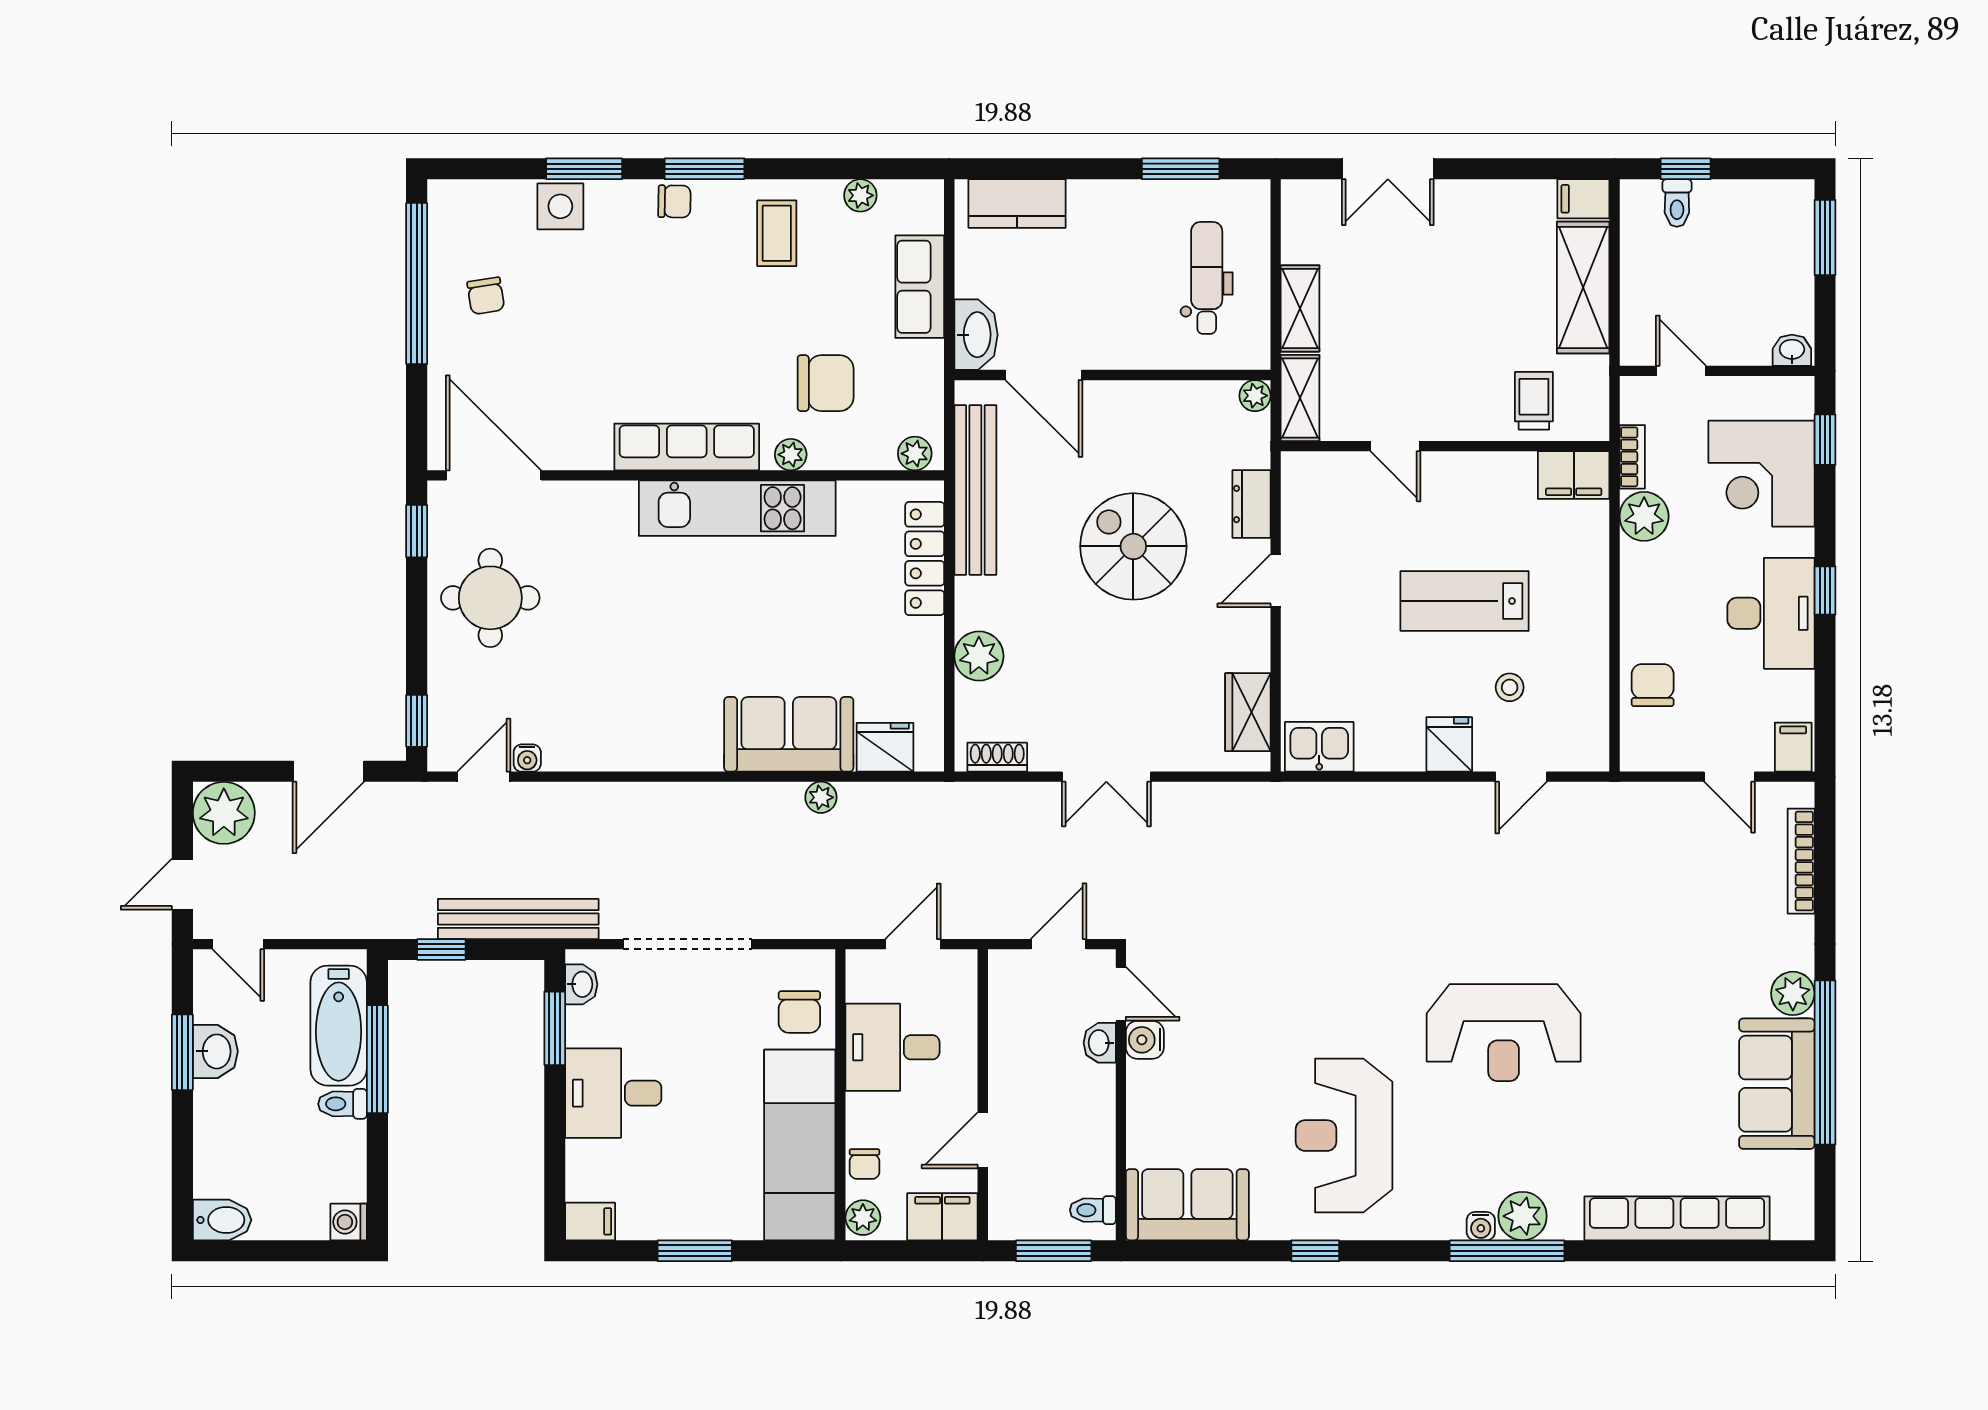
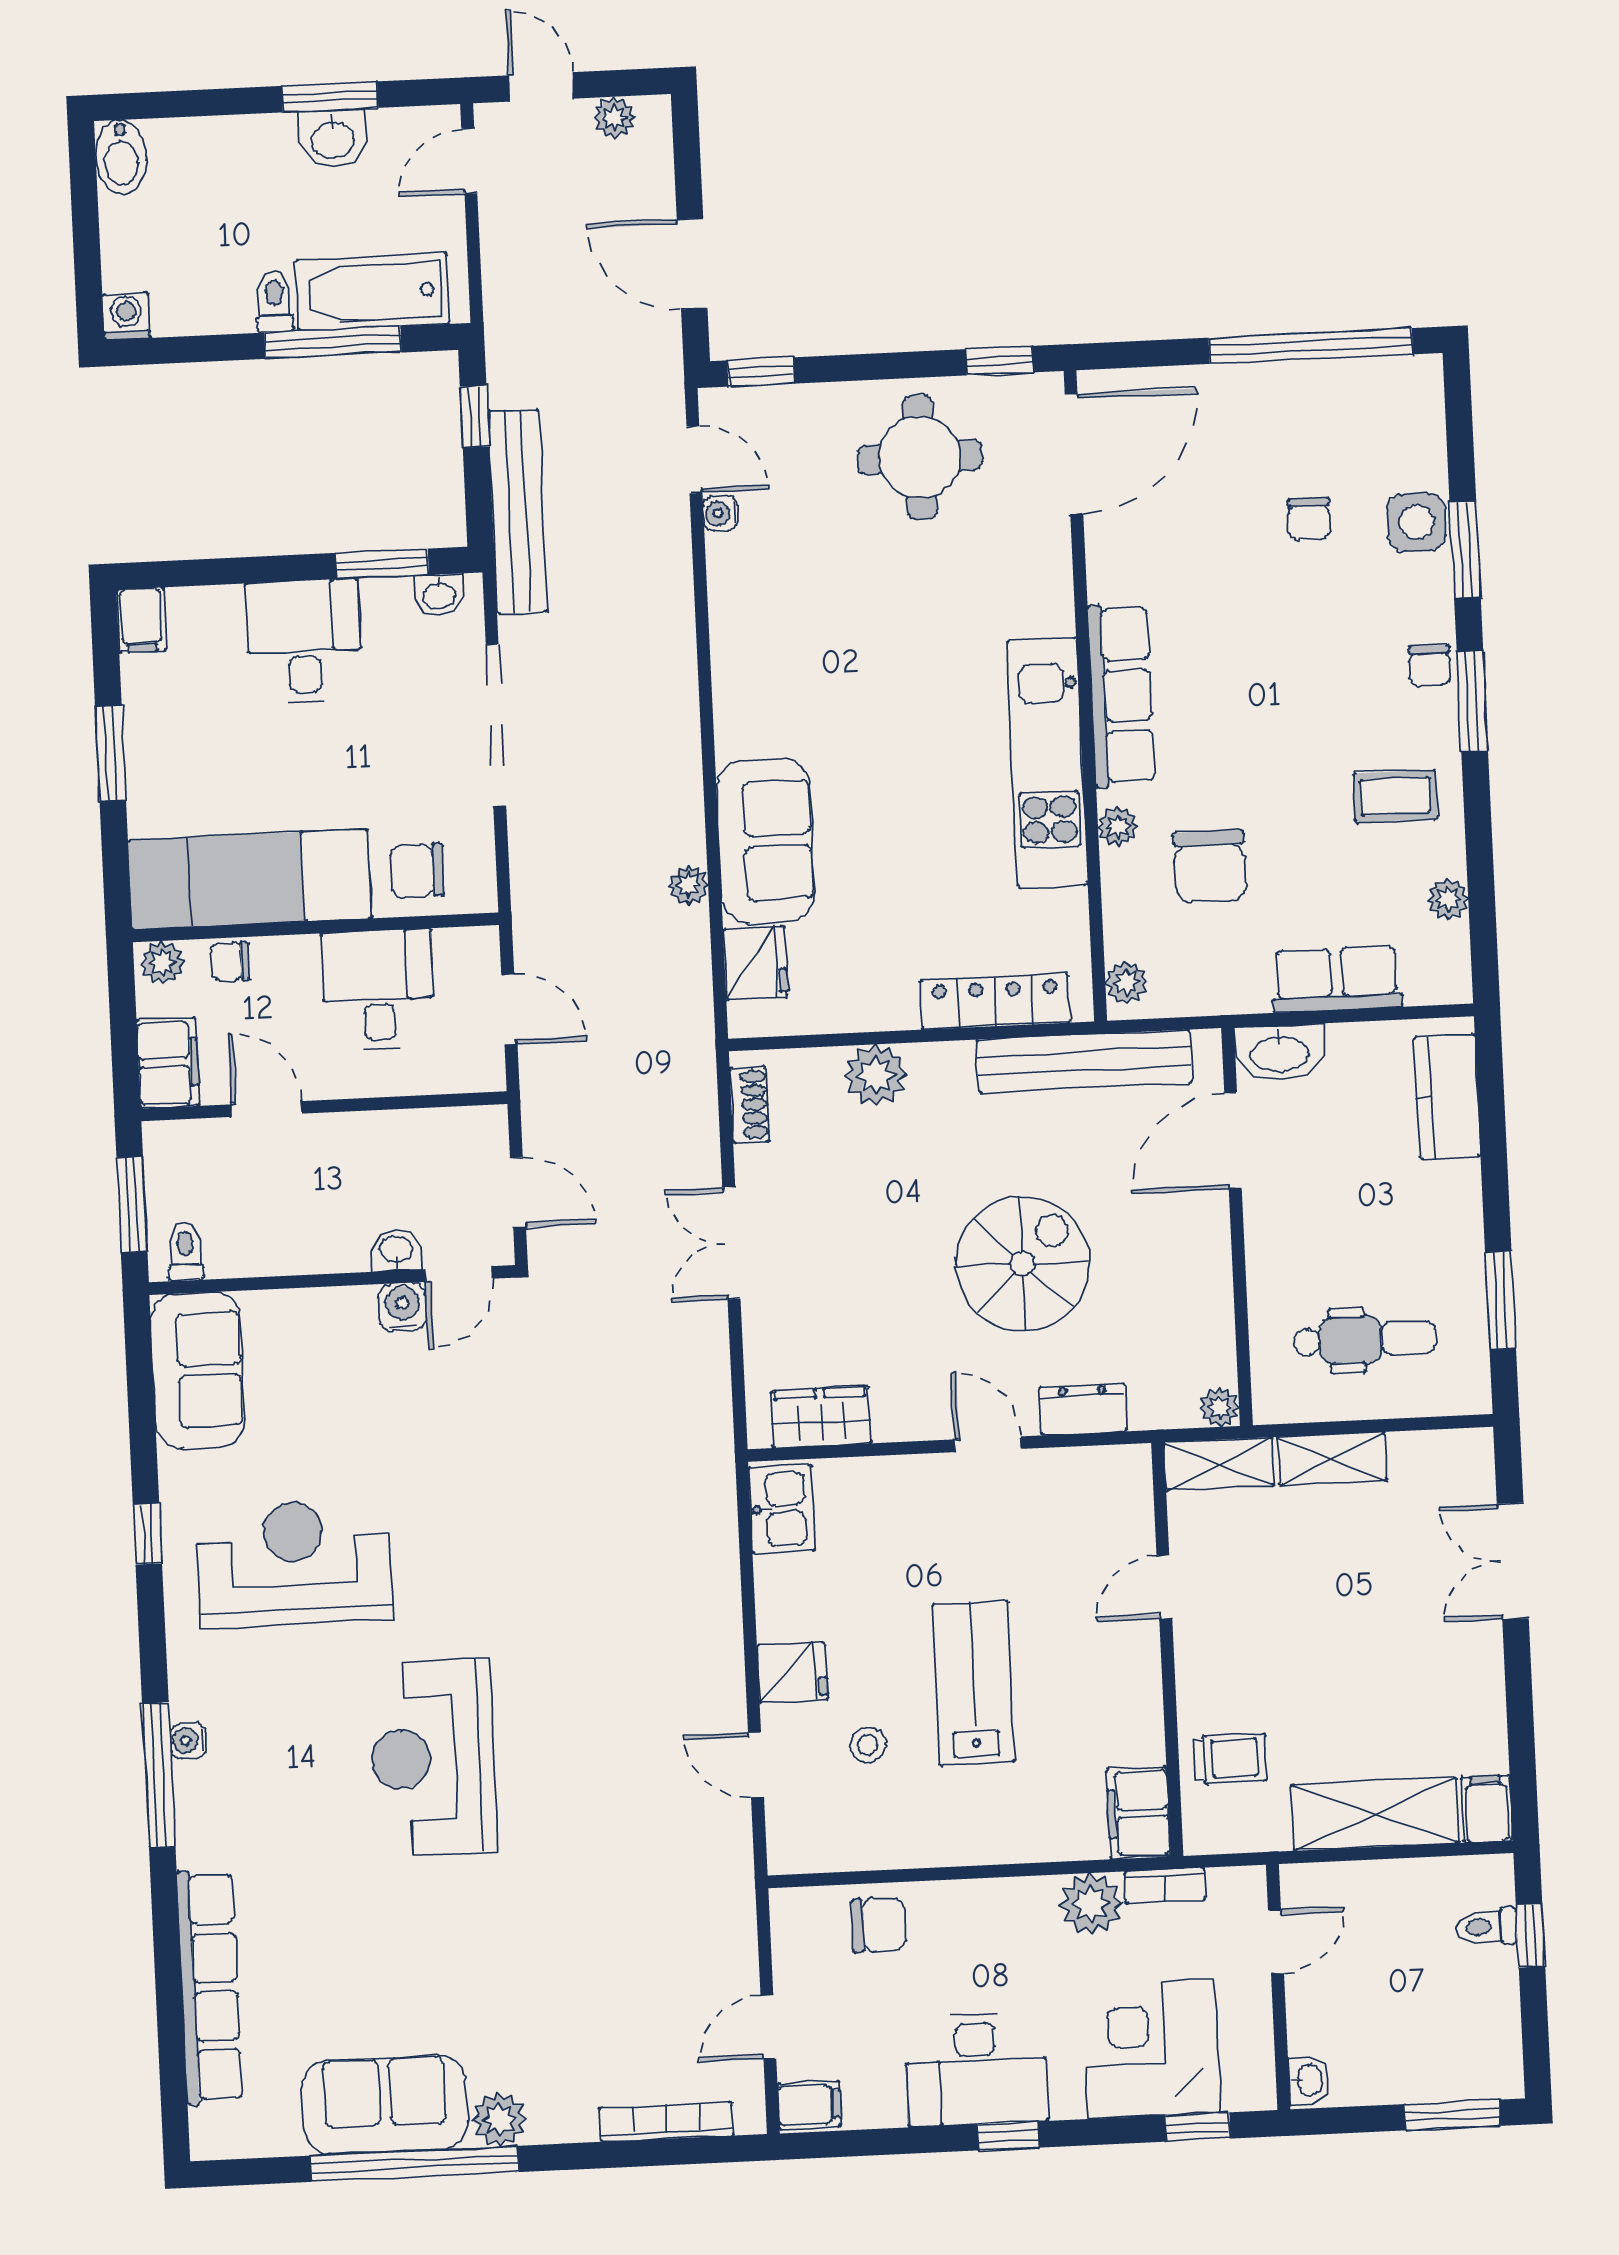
chair: (486, 296) -> (1309, 519), moved, turned -81
plant: (224, 813) -> (614, 118), width x0.53, depth x0.53
plant: (1523, 1216) -> (203, 1793), removed

